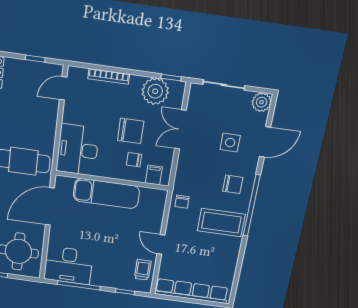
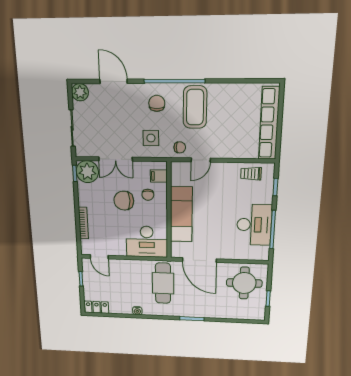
plant: (155, 91) -> (87, 172), moved
chair: (131, 131) -> (124, 201), turned -90
side table: (230, 143) -> (151, 138), moved
door: (161, 244) -> (201, 160), moved
desk: (68, 265) -> (254, 225), moved

